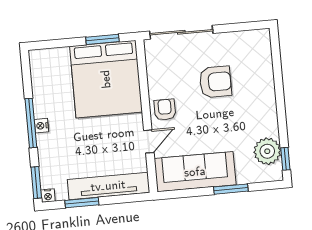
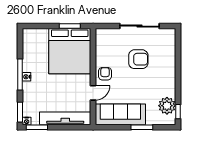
sliding door: (181, 32) -> (140, 26), moved
window: (82, 203) -> (37, 127), moved

